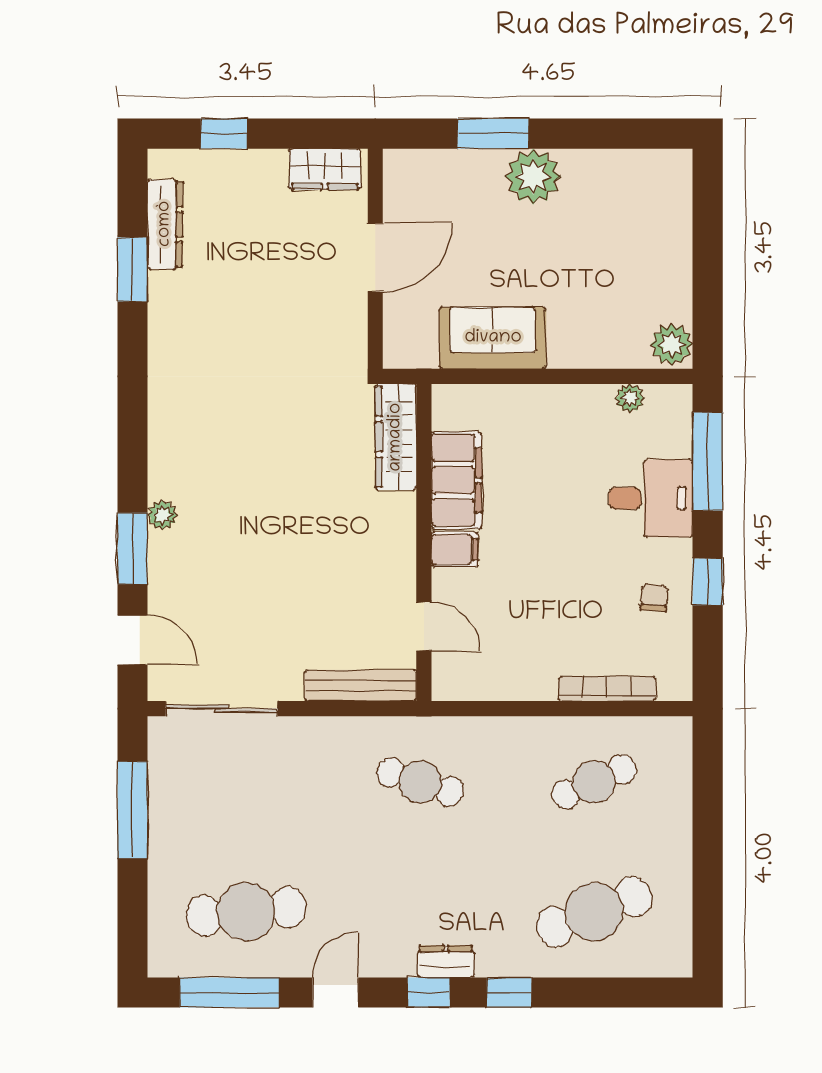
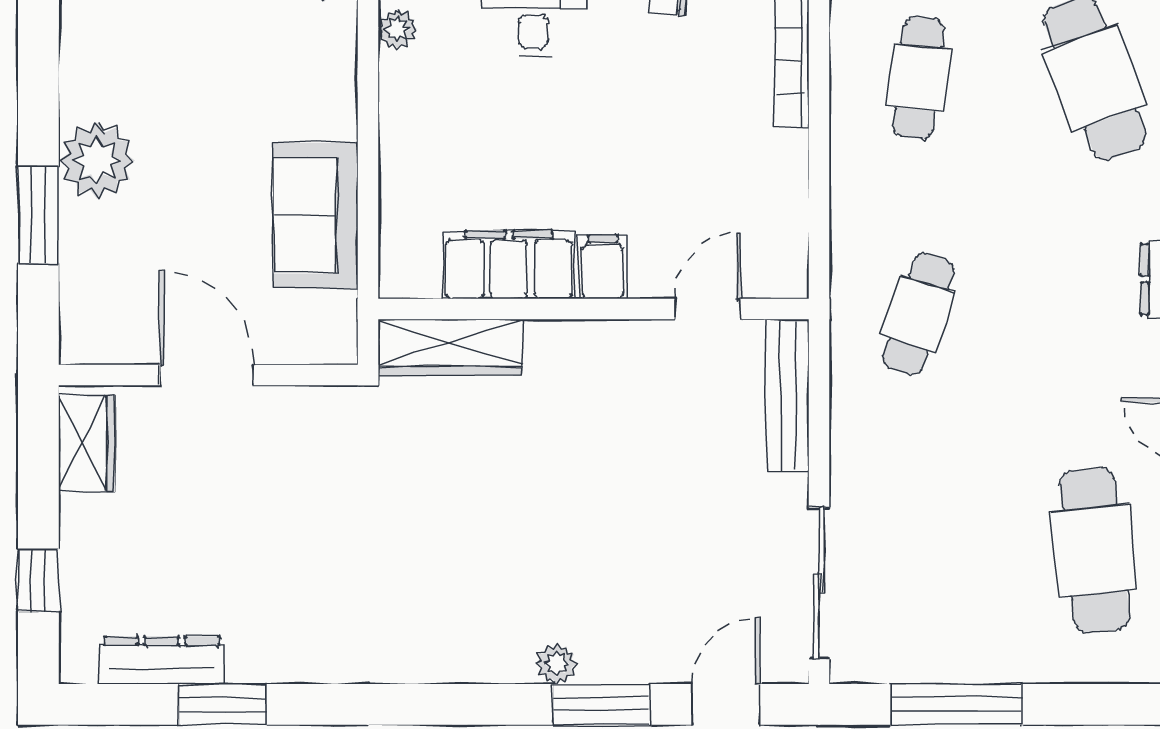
cafe table: (594, 782) -> (919, 78), turned 30

